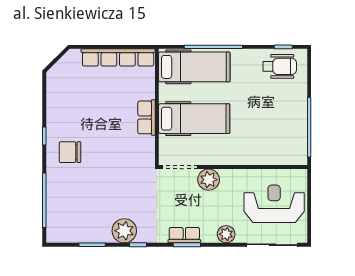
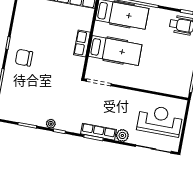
plant: (209, 180) -> (117, 95), removed
plant: (124, 231) -> (51, 124), width x0.53, depth x0.53
row of seats: (184, 235) -> (98, 132), width x1.48

